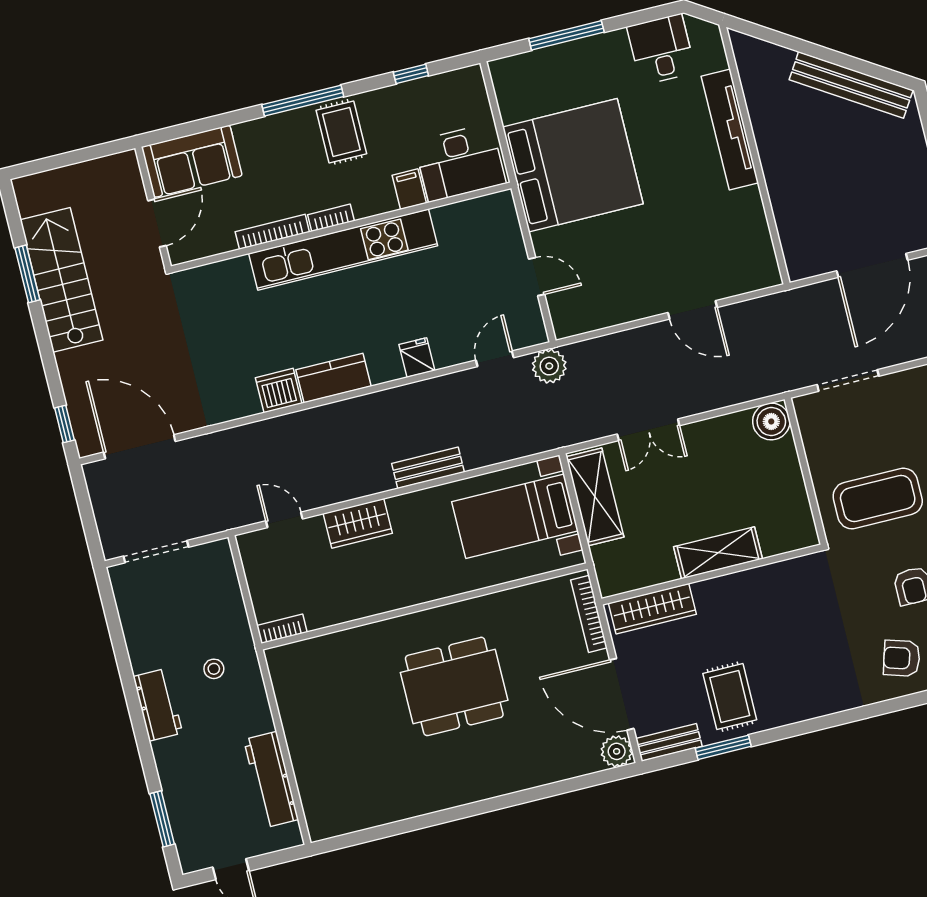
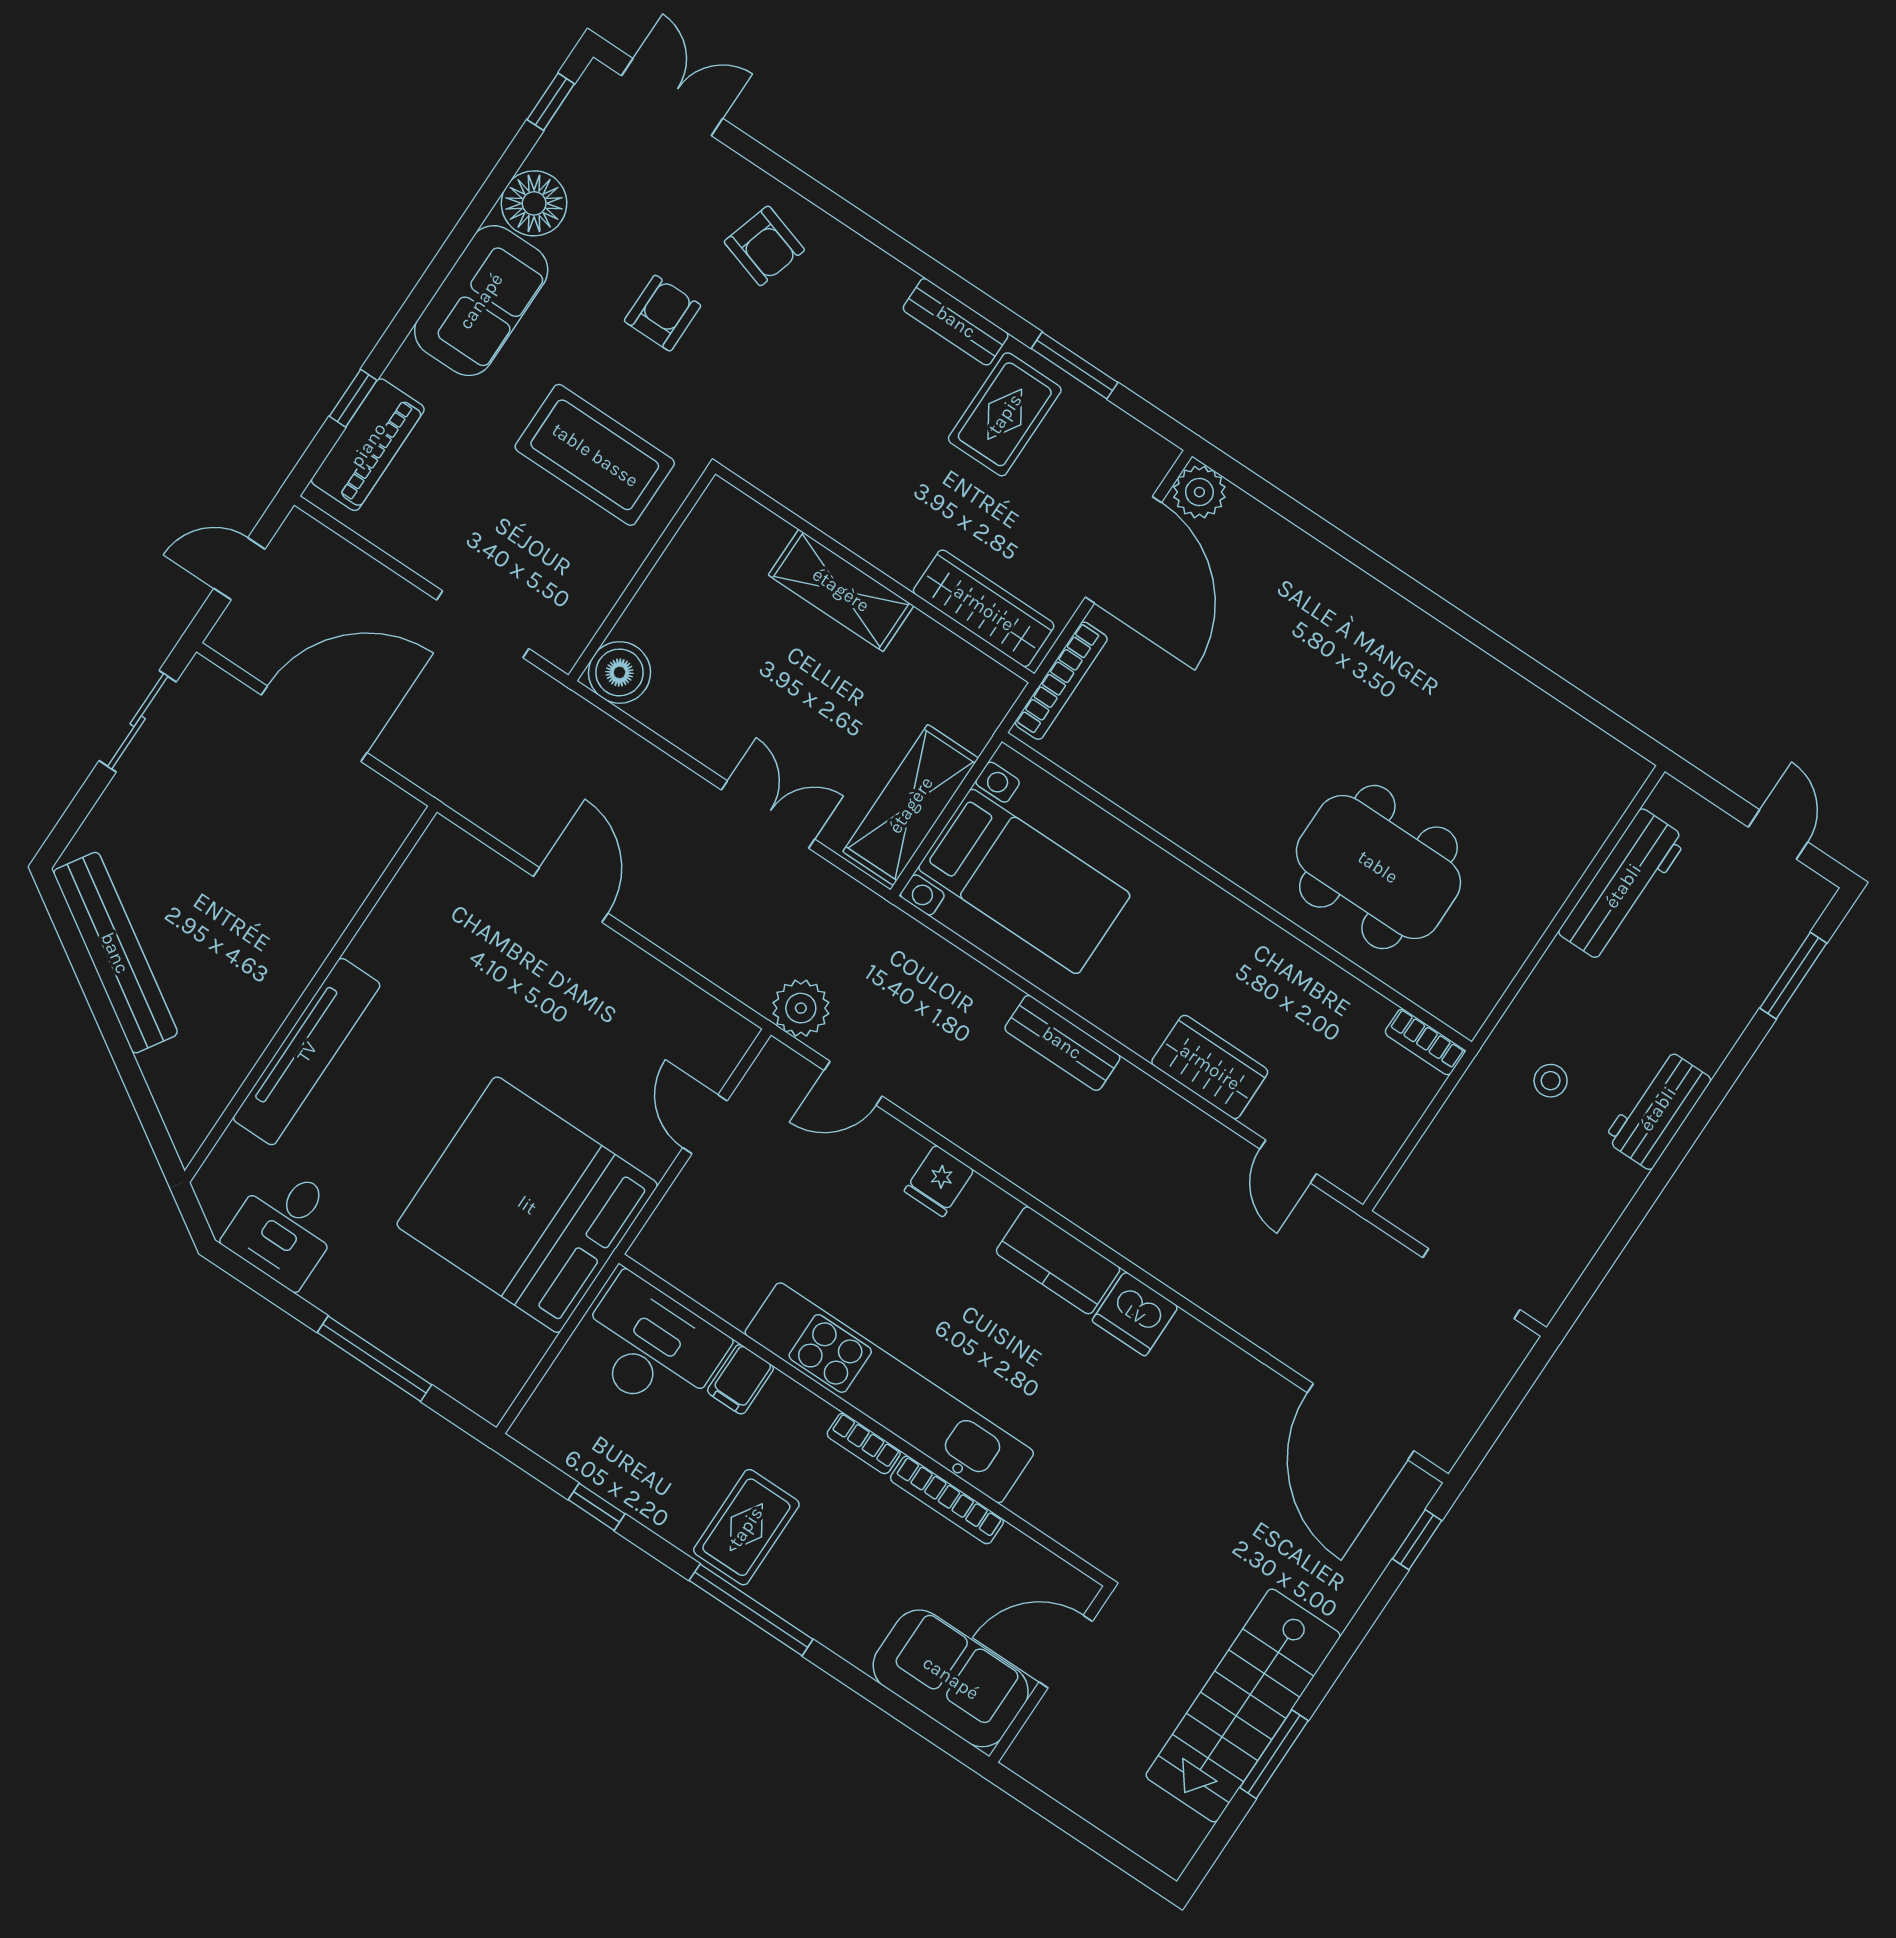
dining table: (454, 686) -> (1378, 867), moved
bench: (669, 742) -> (956, 322), moved

